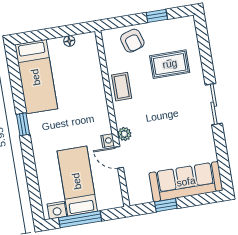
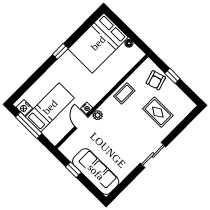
window: (157, 16) -> (172, 76), moved
bed: (36, 77) -> (98, 43), width x1.50

